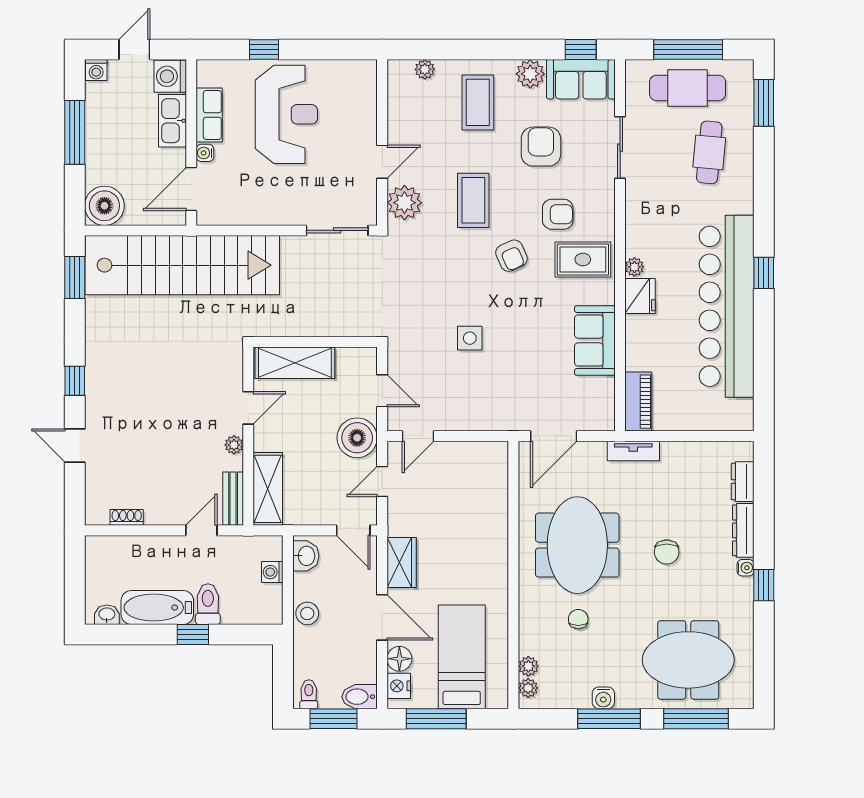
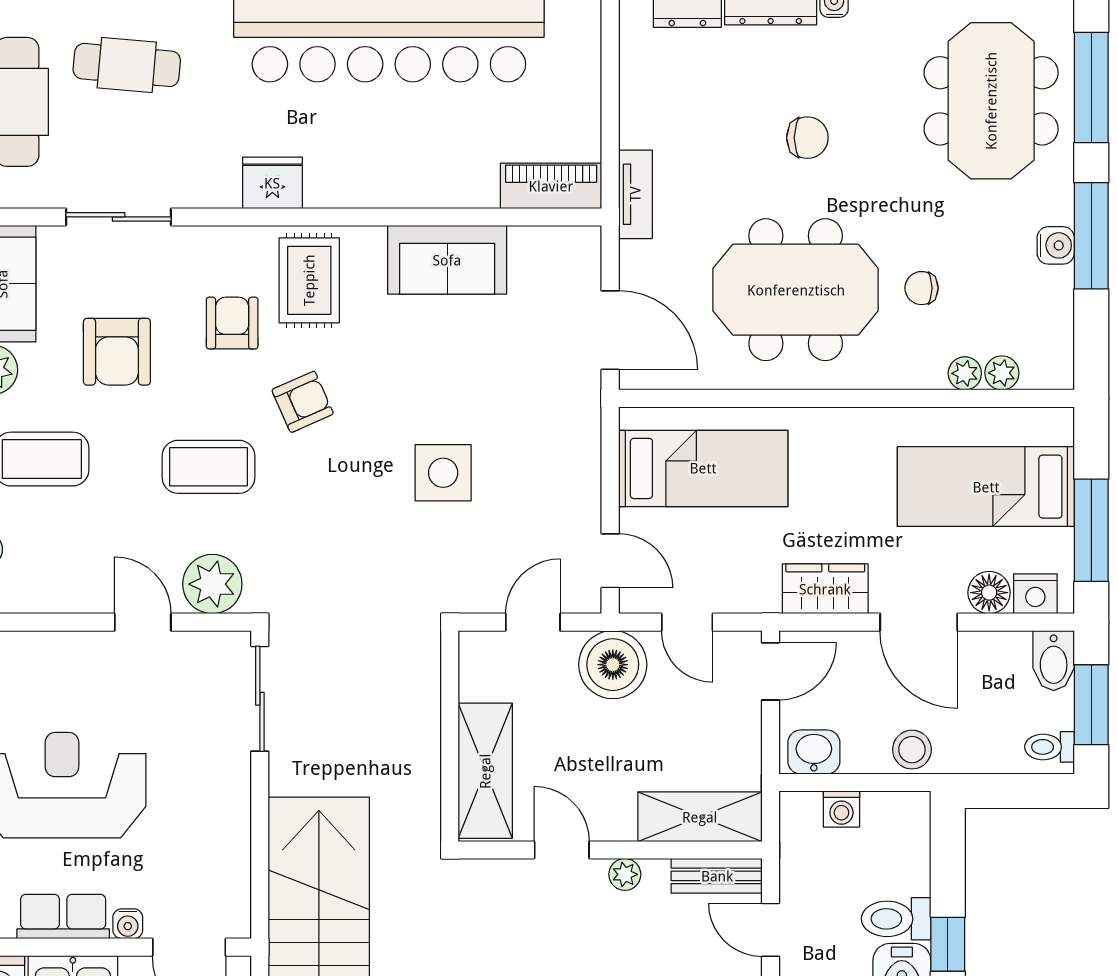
armchair: (541, 147) -> (117, 352), turned -90
plant: (634, 267) -> (322, 192), removed
fridge: (640, 296) -> (272, 183), moved
side table: (470, 338) -> (443, 473), width x1.37, depth x1.37
bed: (472, 491) -> (703, 468), added
door: (382, 617) -> (919, 622), swing flipped
plant: (528, 688) -> (965, 373), moved

